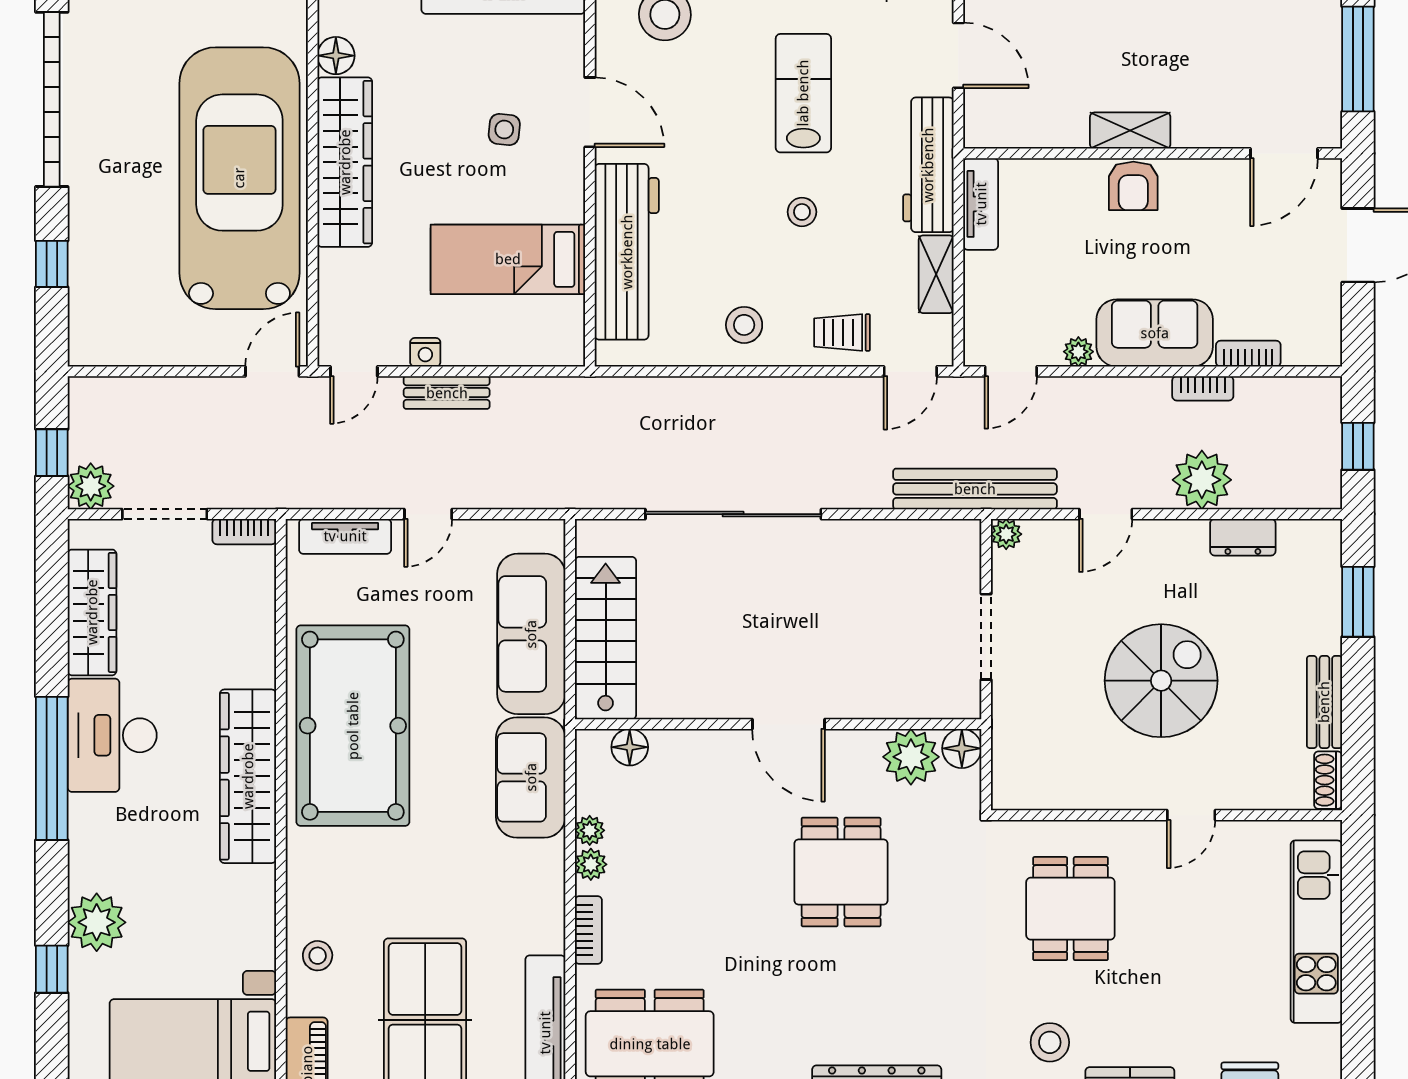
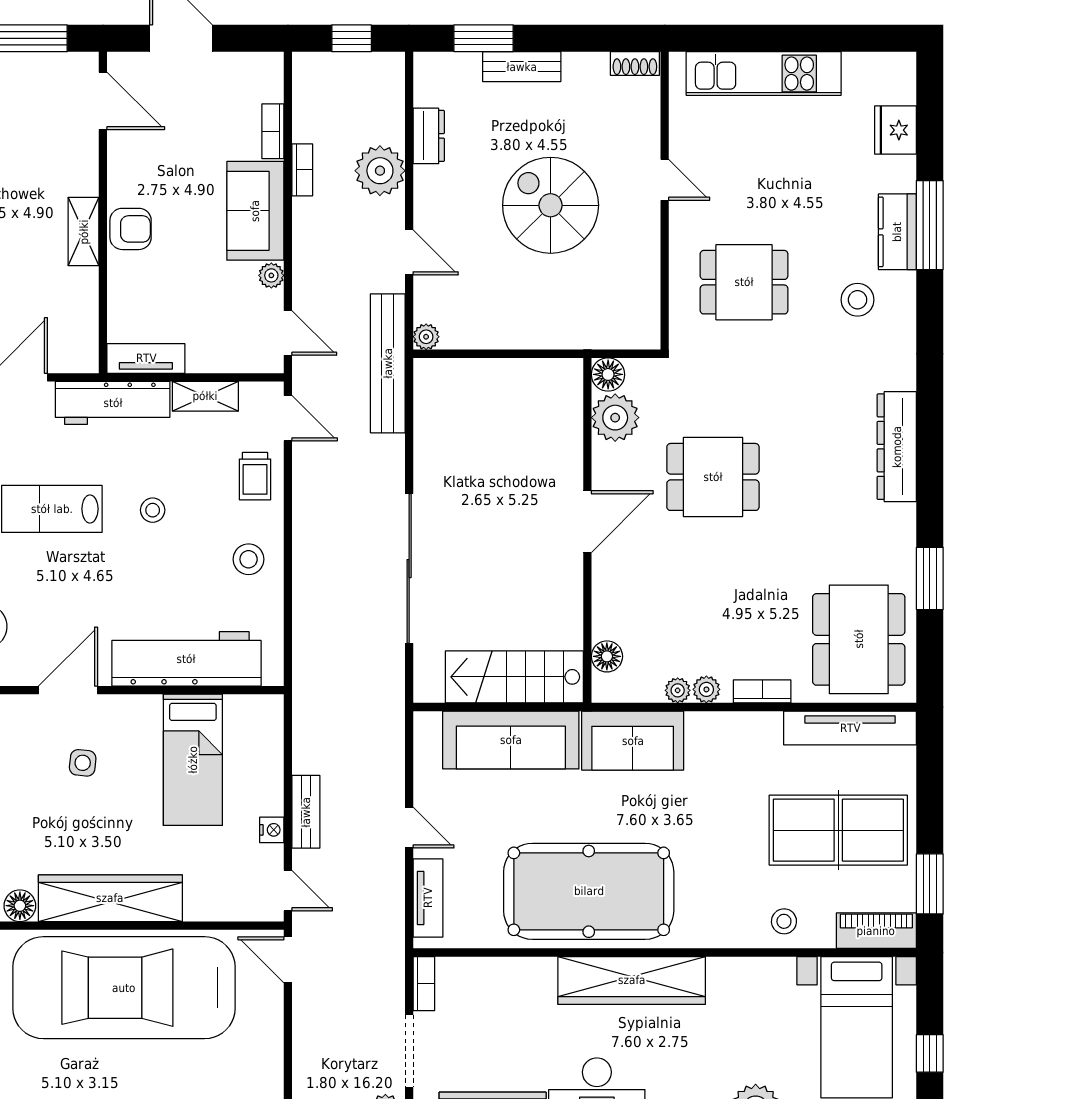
doorway: (986, 637) -> (513, 354), removed
bench: (1324, 702) -> (522, 67), moved

